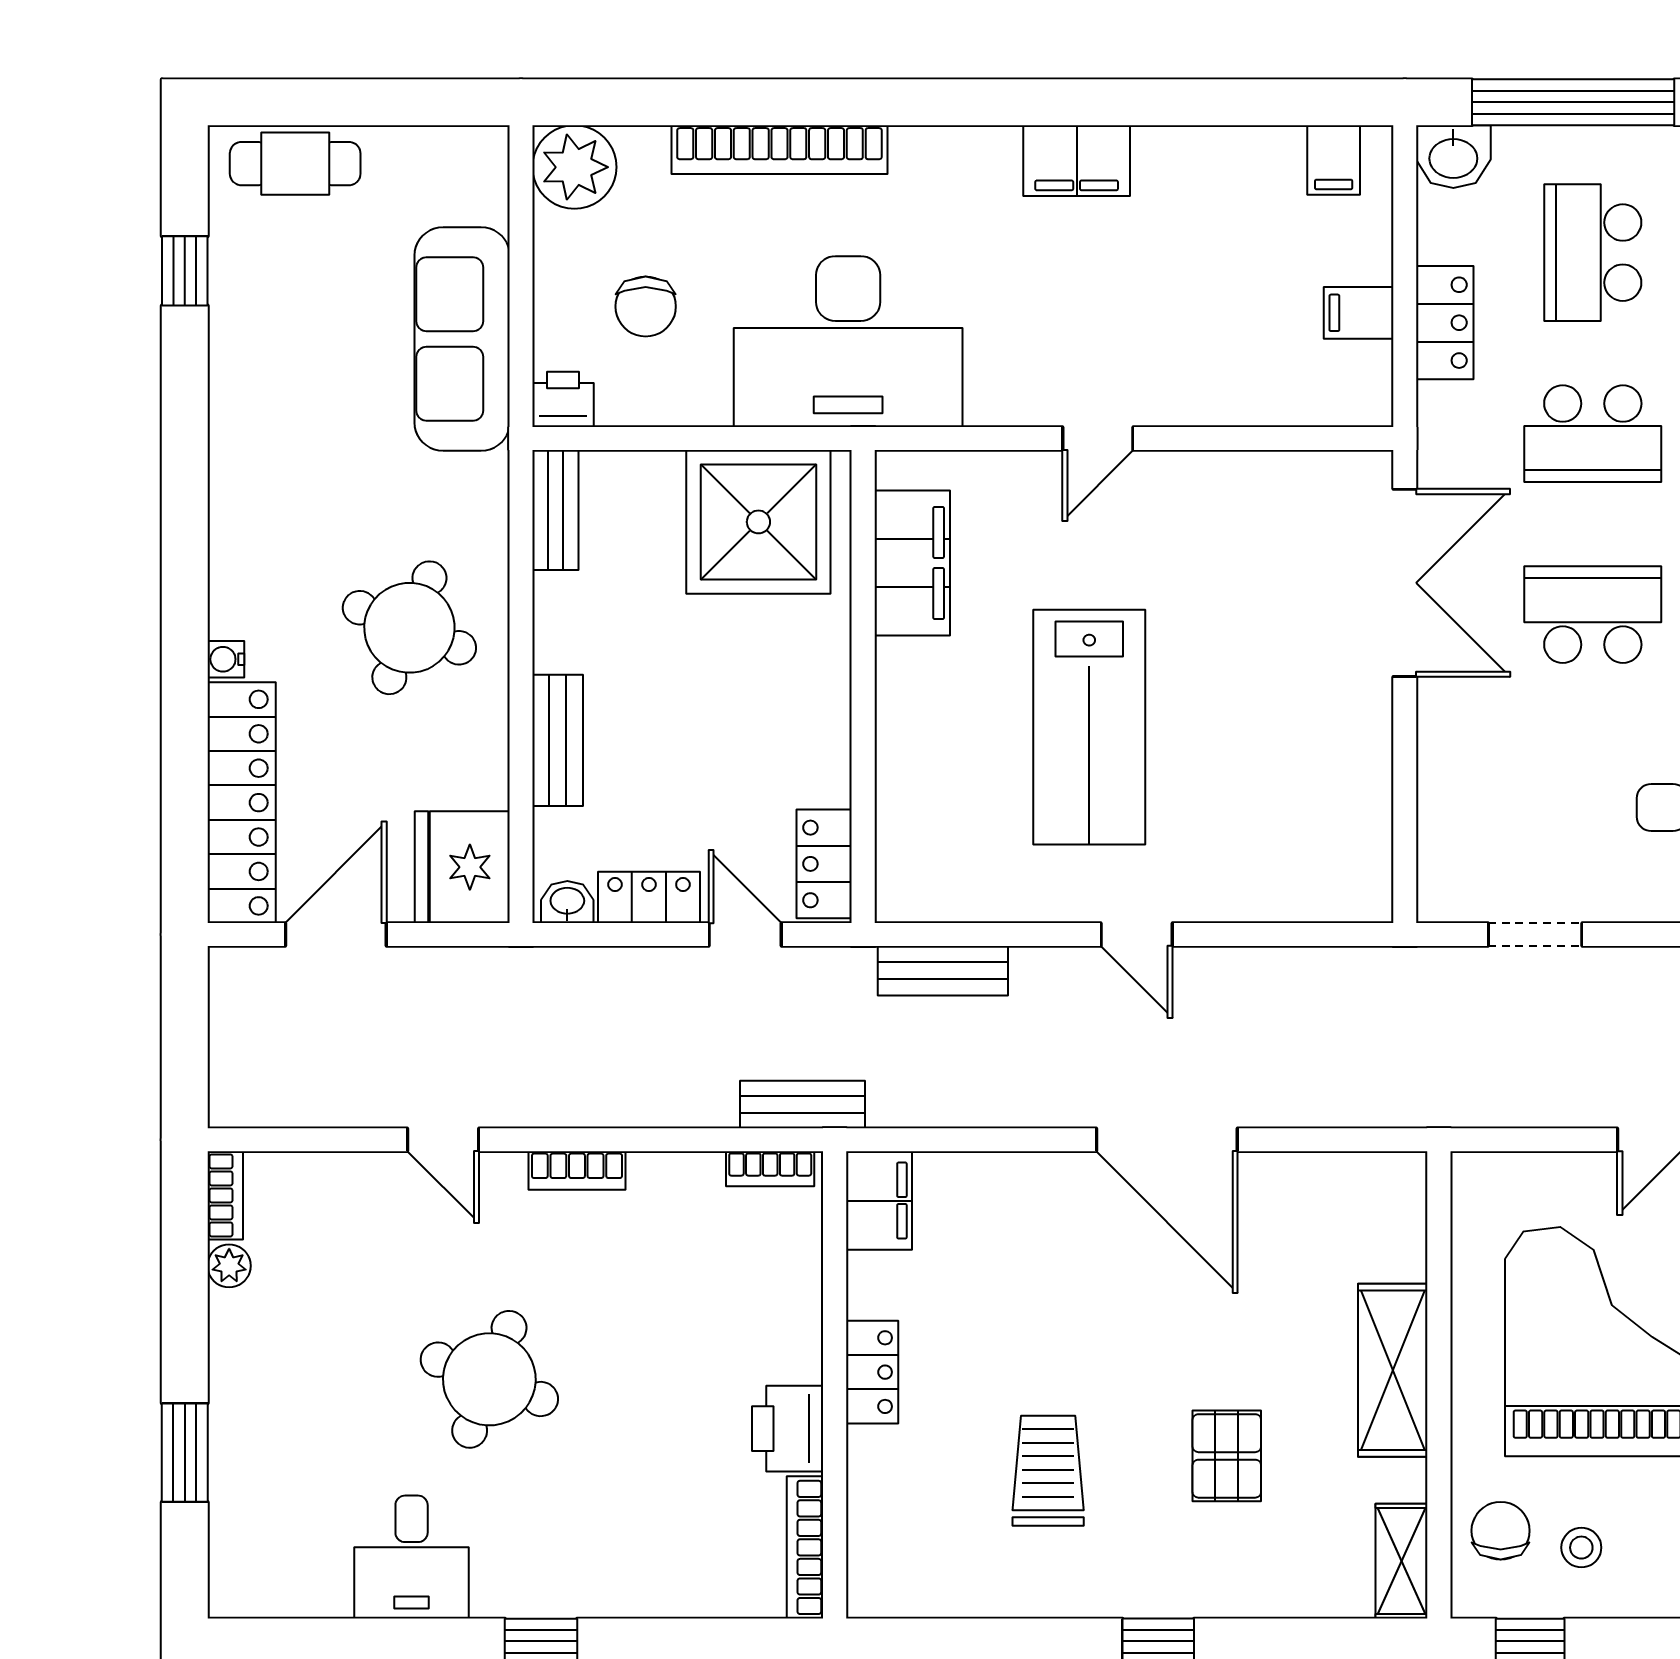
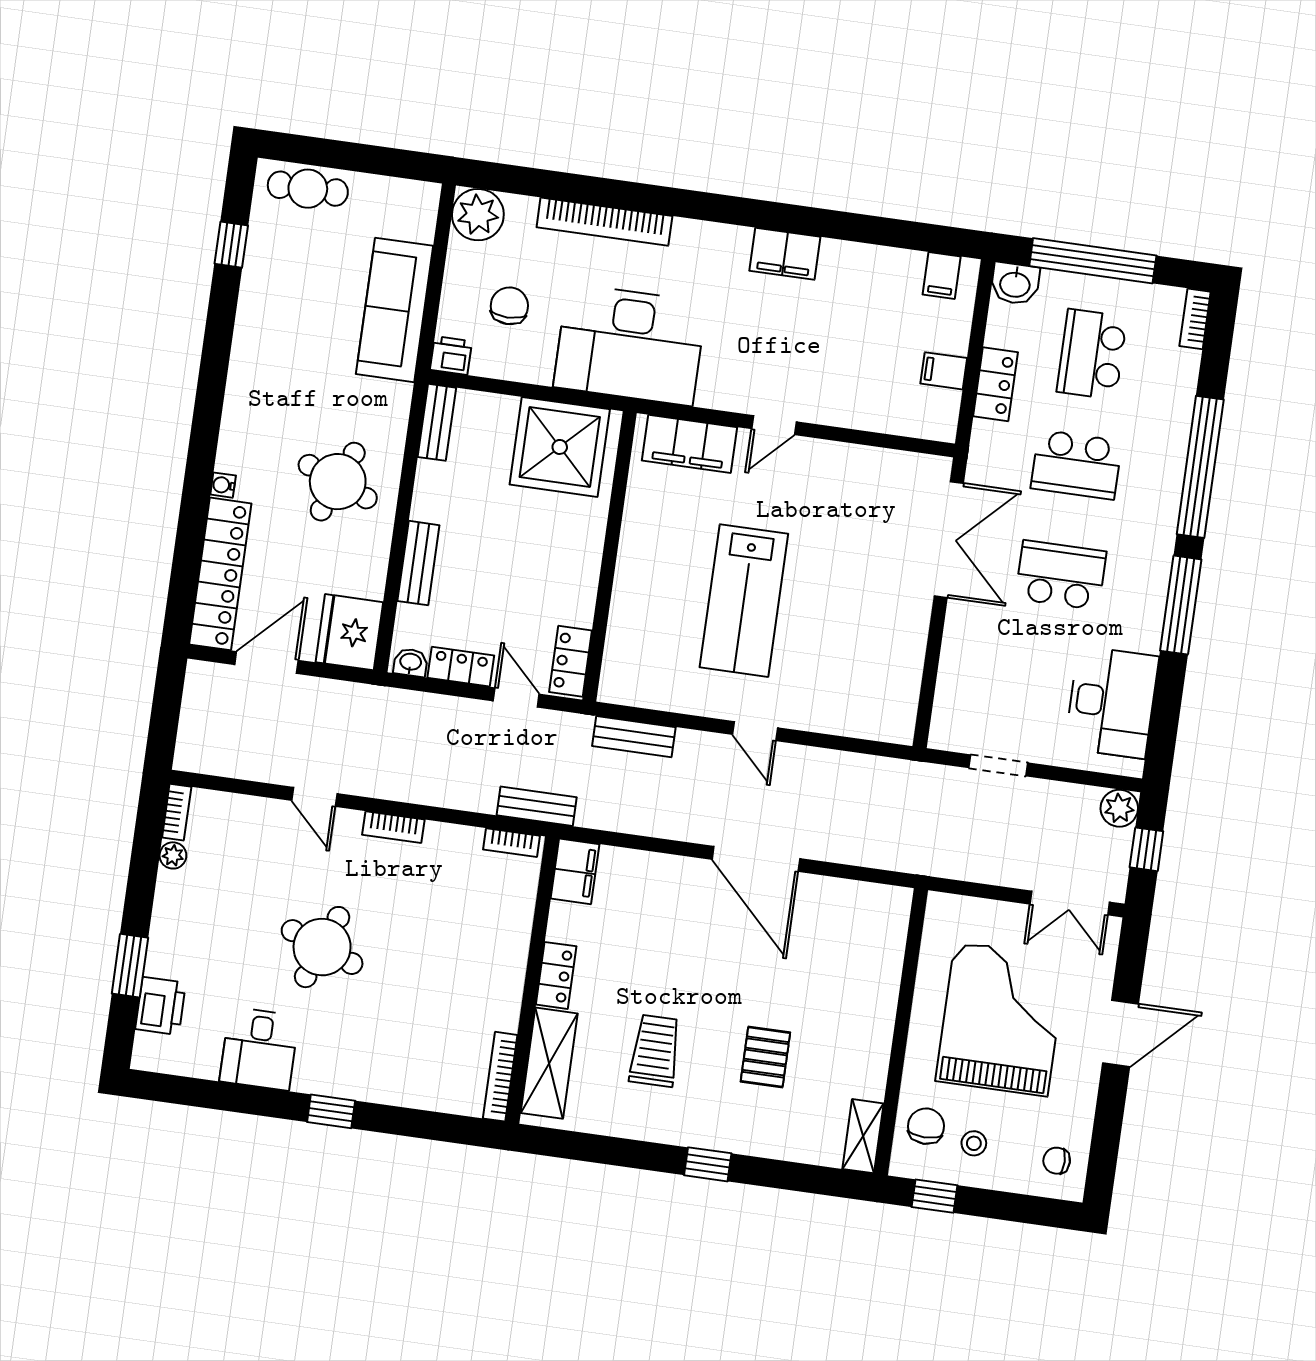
chair: (646, 306) -> (509, 306), turned 180
filing cabinet: (912, 563) -> (689, 444), moved, turned 90
shelving: (1393, 1370) -> (549, 1063), moved
printer: (788, 1429) -> (161, 1006), moved, turned 180

